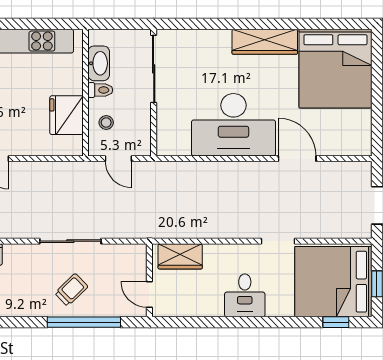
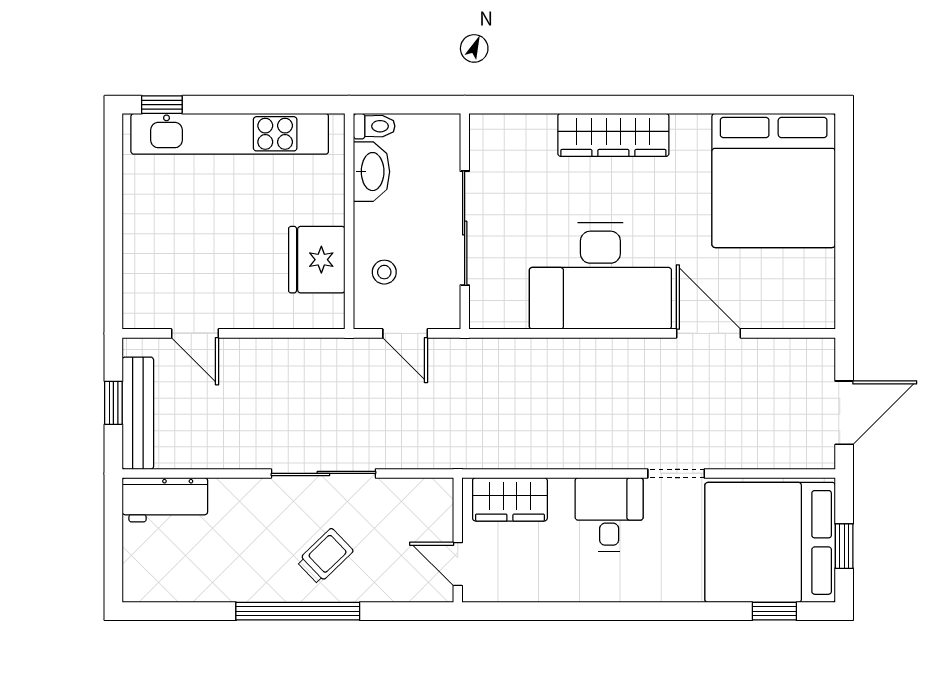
wardrobe: (265, 42) -> (613, 135), moved
sliding door: (154, 69) -> (465, 228), moved
toilet: (100, 90) -> (374, 126), moved
desk: (245, 295) -> (609, 514), moved, turned 180
window: (84, 322) -> (298, 611), moved

